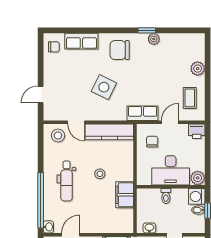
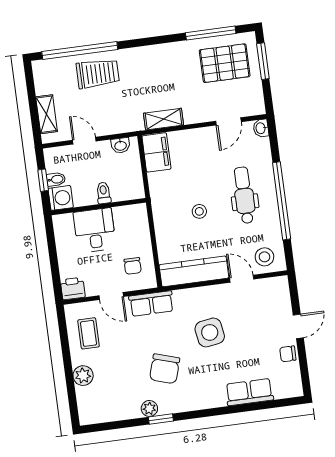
chair: (54, 47) -> (288, 354), moved
chair: (120, 50) -> (165, 369), moved, turned 107
side table: (104, 87) -> (210, 332), turned -35
door: (41, 94) -> (298, 326), moved
door: (170, 122) -> (111, 296), hinge flipped
desk: (171, 170) -> (95, 230), width x0.73
plant: (198, 178) -> (63, 224), removed
filing cabinet: (125, 195) -> (156, 152), moved
window: (41, 200) -> (282, 201), moved

